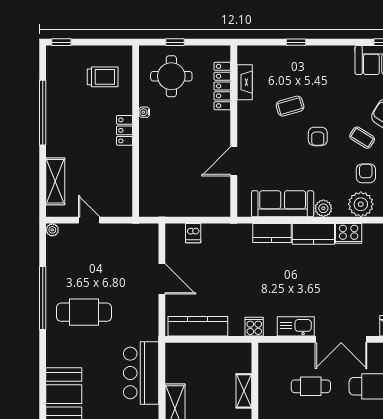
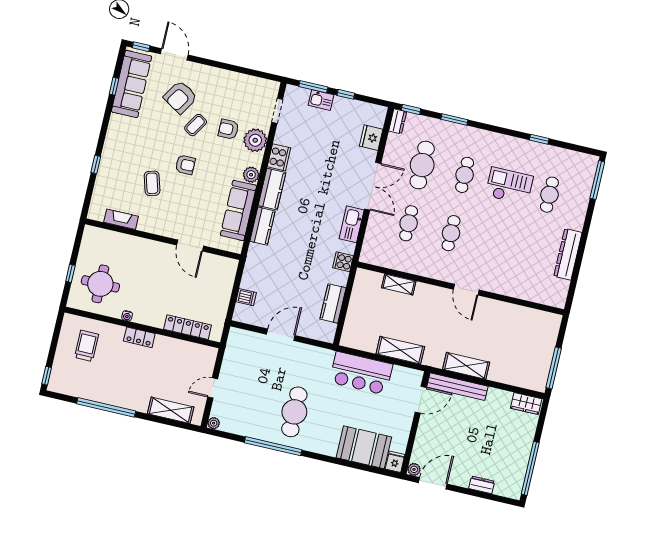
locker: (222, 86) -> (188, 327), moved, turned 180
kitchen counter: (198, 326) -> (333, 303), width x0.67

